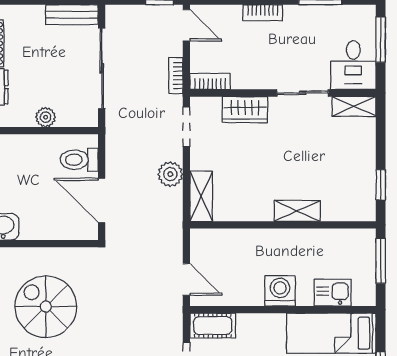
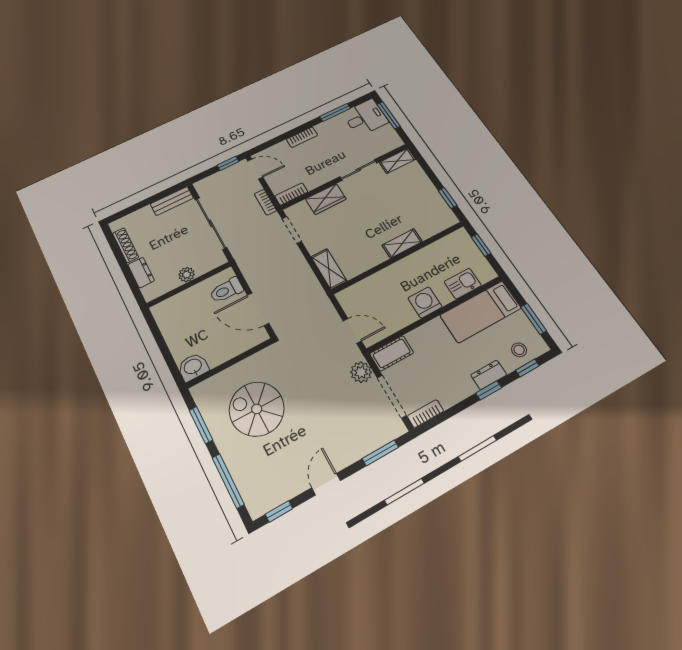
desk: (353, 65) -> (365, 118), moved, turned -90
plant: (170, 174) -> (361, 372), moved
window: (381, 261) -> (481, 245), width x0.67

